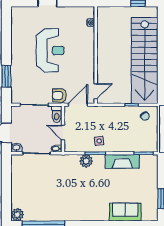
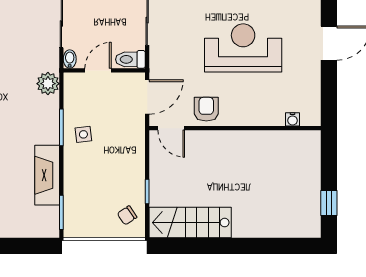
reception desk: (50, 50) -> (243, 48), turned 180
stairs: (145, 60) -> (190, 223), width x0.54, depth x0.66
armchair: (59, 96) -> (206, 109), moved
door: (78, 105) -> (147, 97), hinge flipped
plant: (86, 161) -> (48, 84), moved

